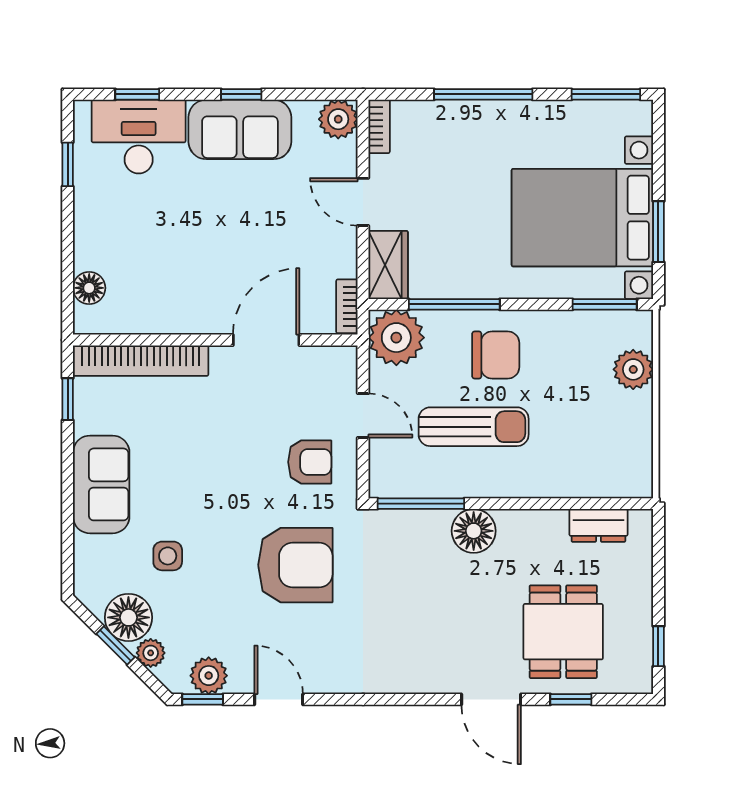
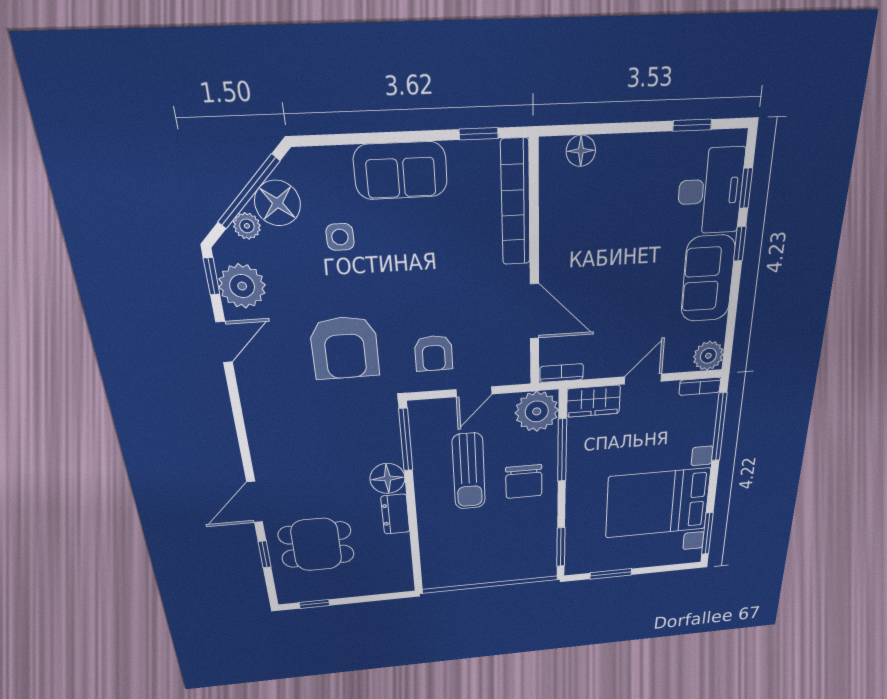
window: (241, 94) -> (740, 244), moved
window: (483, 94) -> (719, 427), moved
bed with nightstands: (582, 218) -> (658, 503), moved, turned -90
plant: (633, 369) -> (515, 569), removed
dresser: (598, 525) -> (395, 514), moved
window: (116, 646) -> (249, 192), width x2.17
plant: (209, 676) -> (242, 286), width x1.36, depth x1.36

